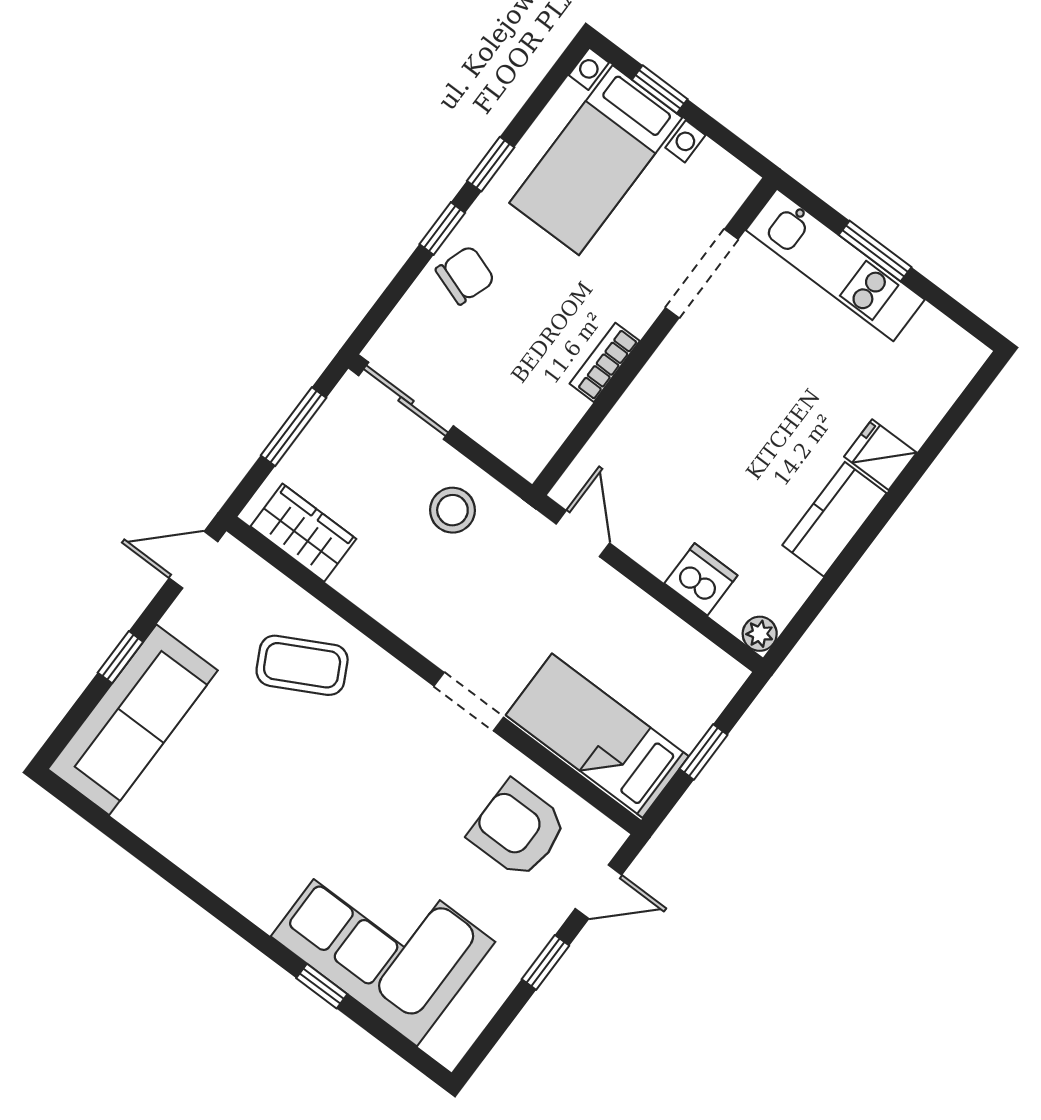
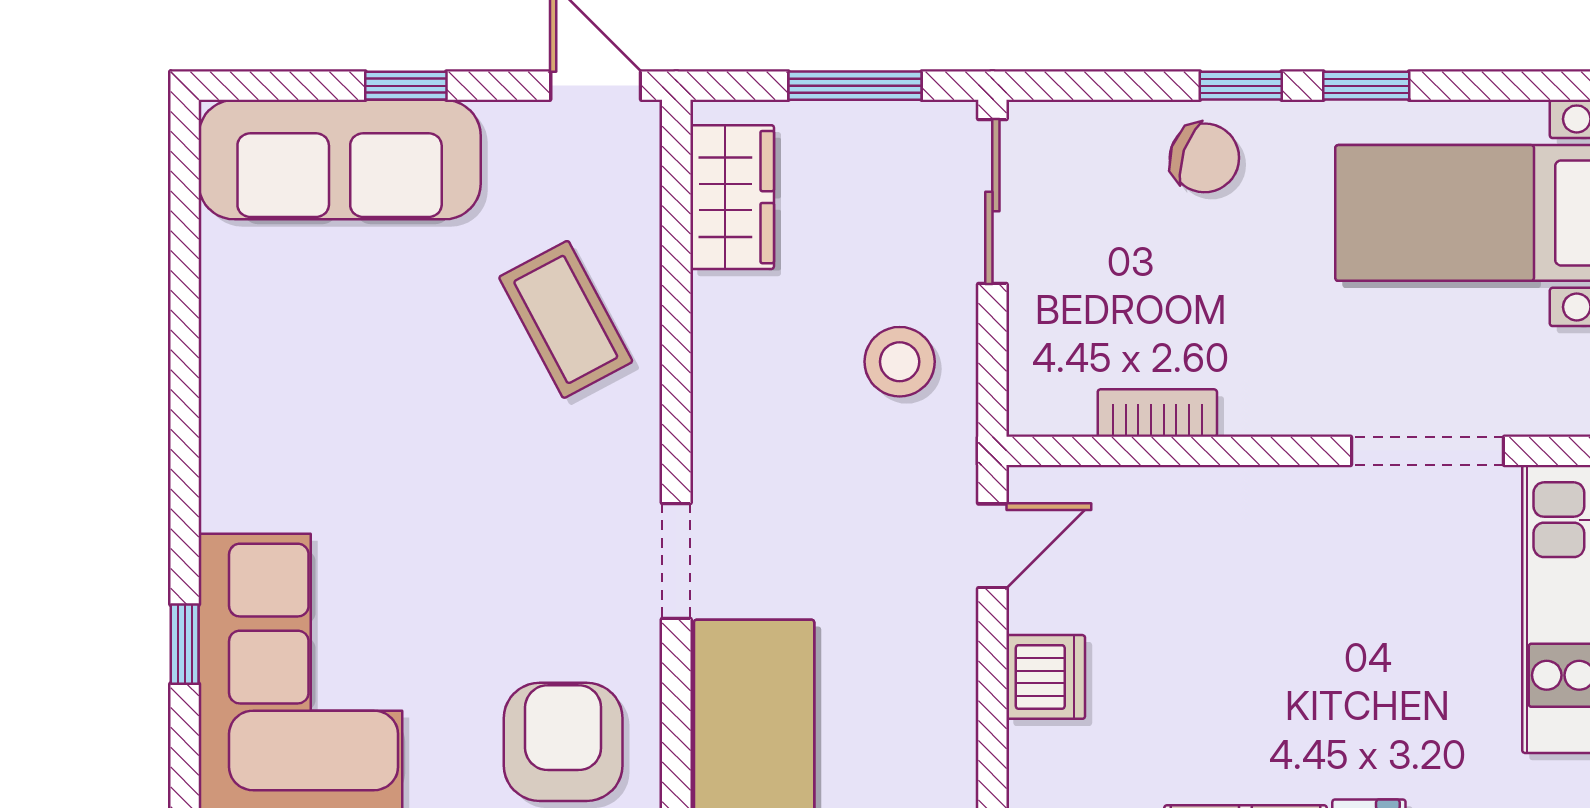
bookcase: (605, 362) -> (1157, 413), moved
dishwasher: (701, 579) -> (1046, 677), moved

